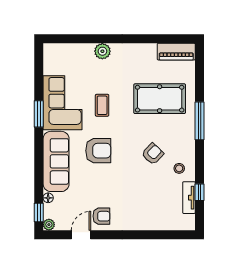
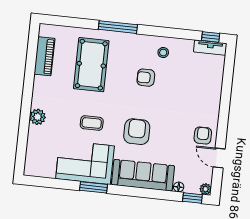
piano: (176, 52) -> (44, 56), moved
armchair: (153, 154) -> (146, 78), turned -44
window: (199, 192) -> (211, 37), moved
tv unit: (189, 198) -> (210, 48), moved

